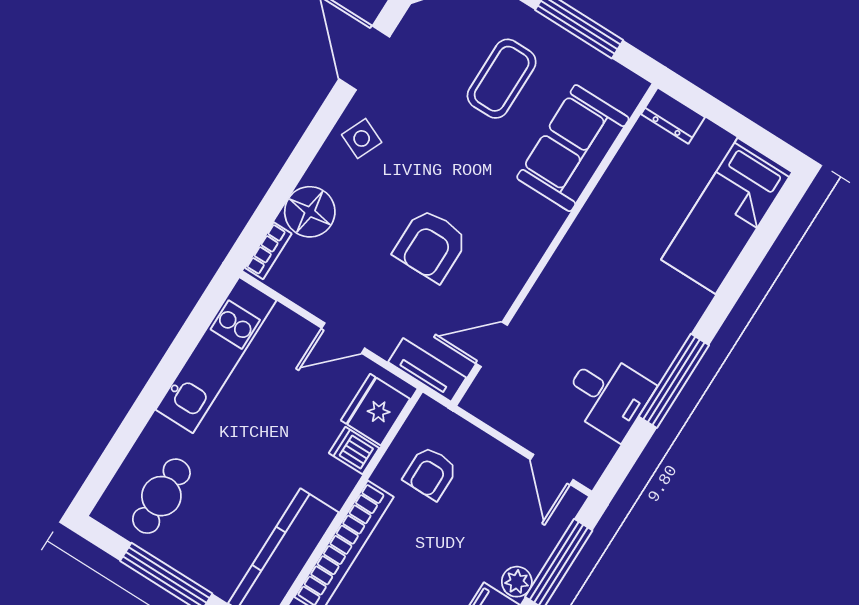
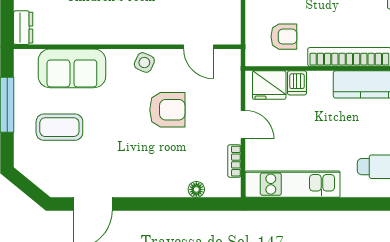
side table: (362, 138) -> (144, 63), moved
floor lamp: (310, 212) -> (196, 189), width x0.53, depth x0.53
bookcase: (268, 251) -> (234, 161), moved, turned -90
tv unit: (427, 370) -> (232, 71), removed

